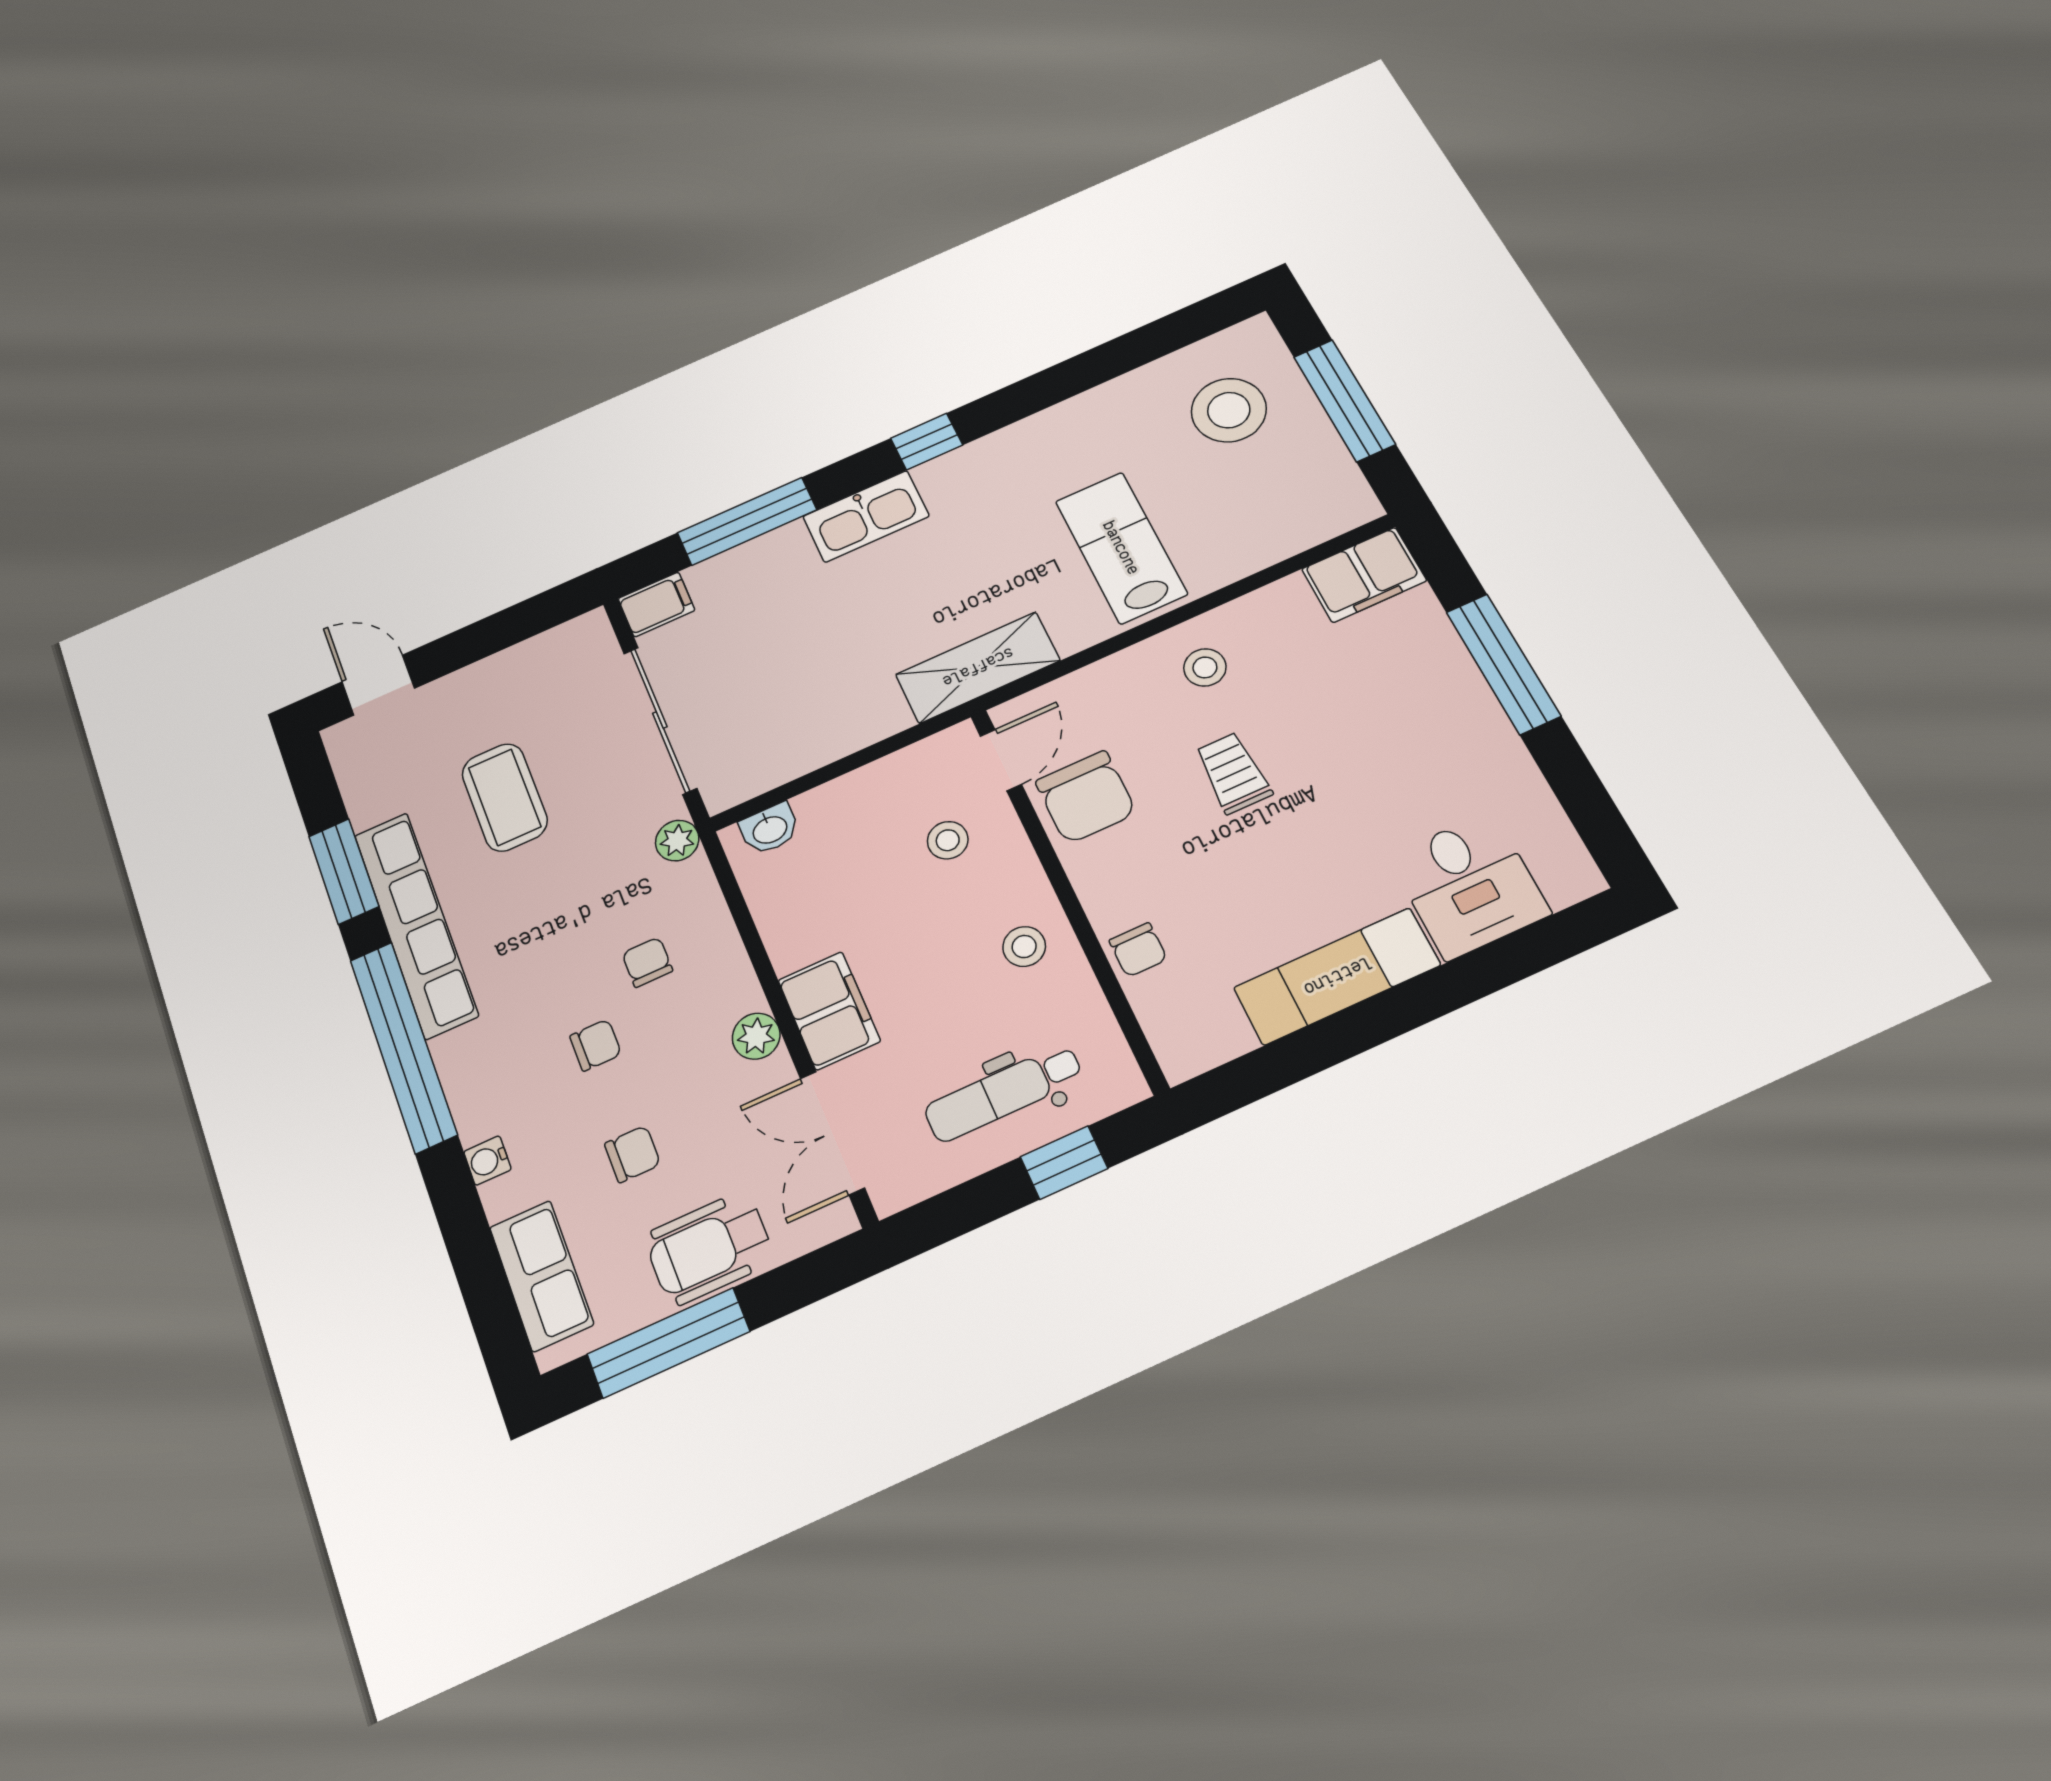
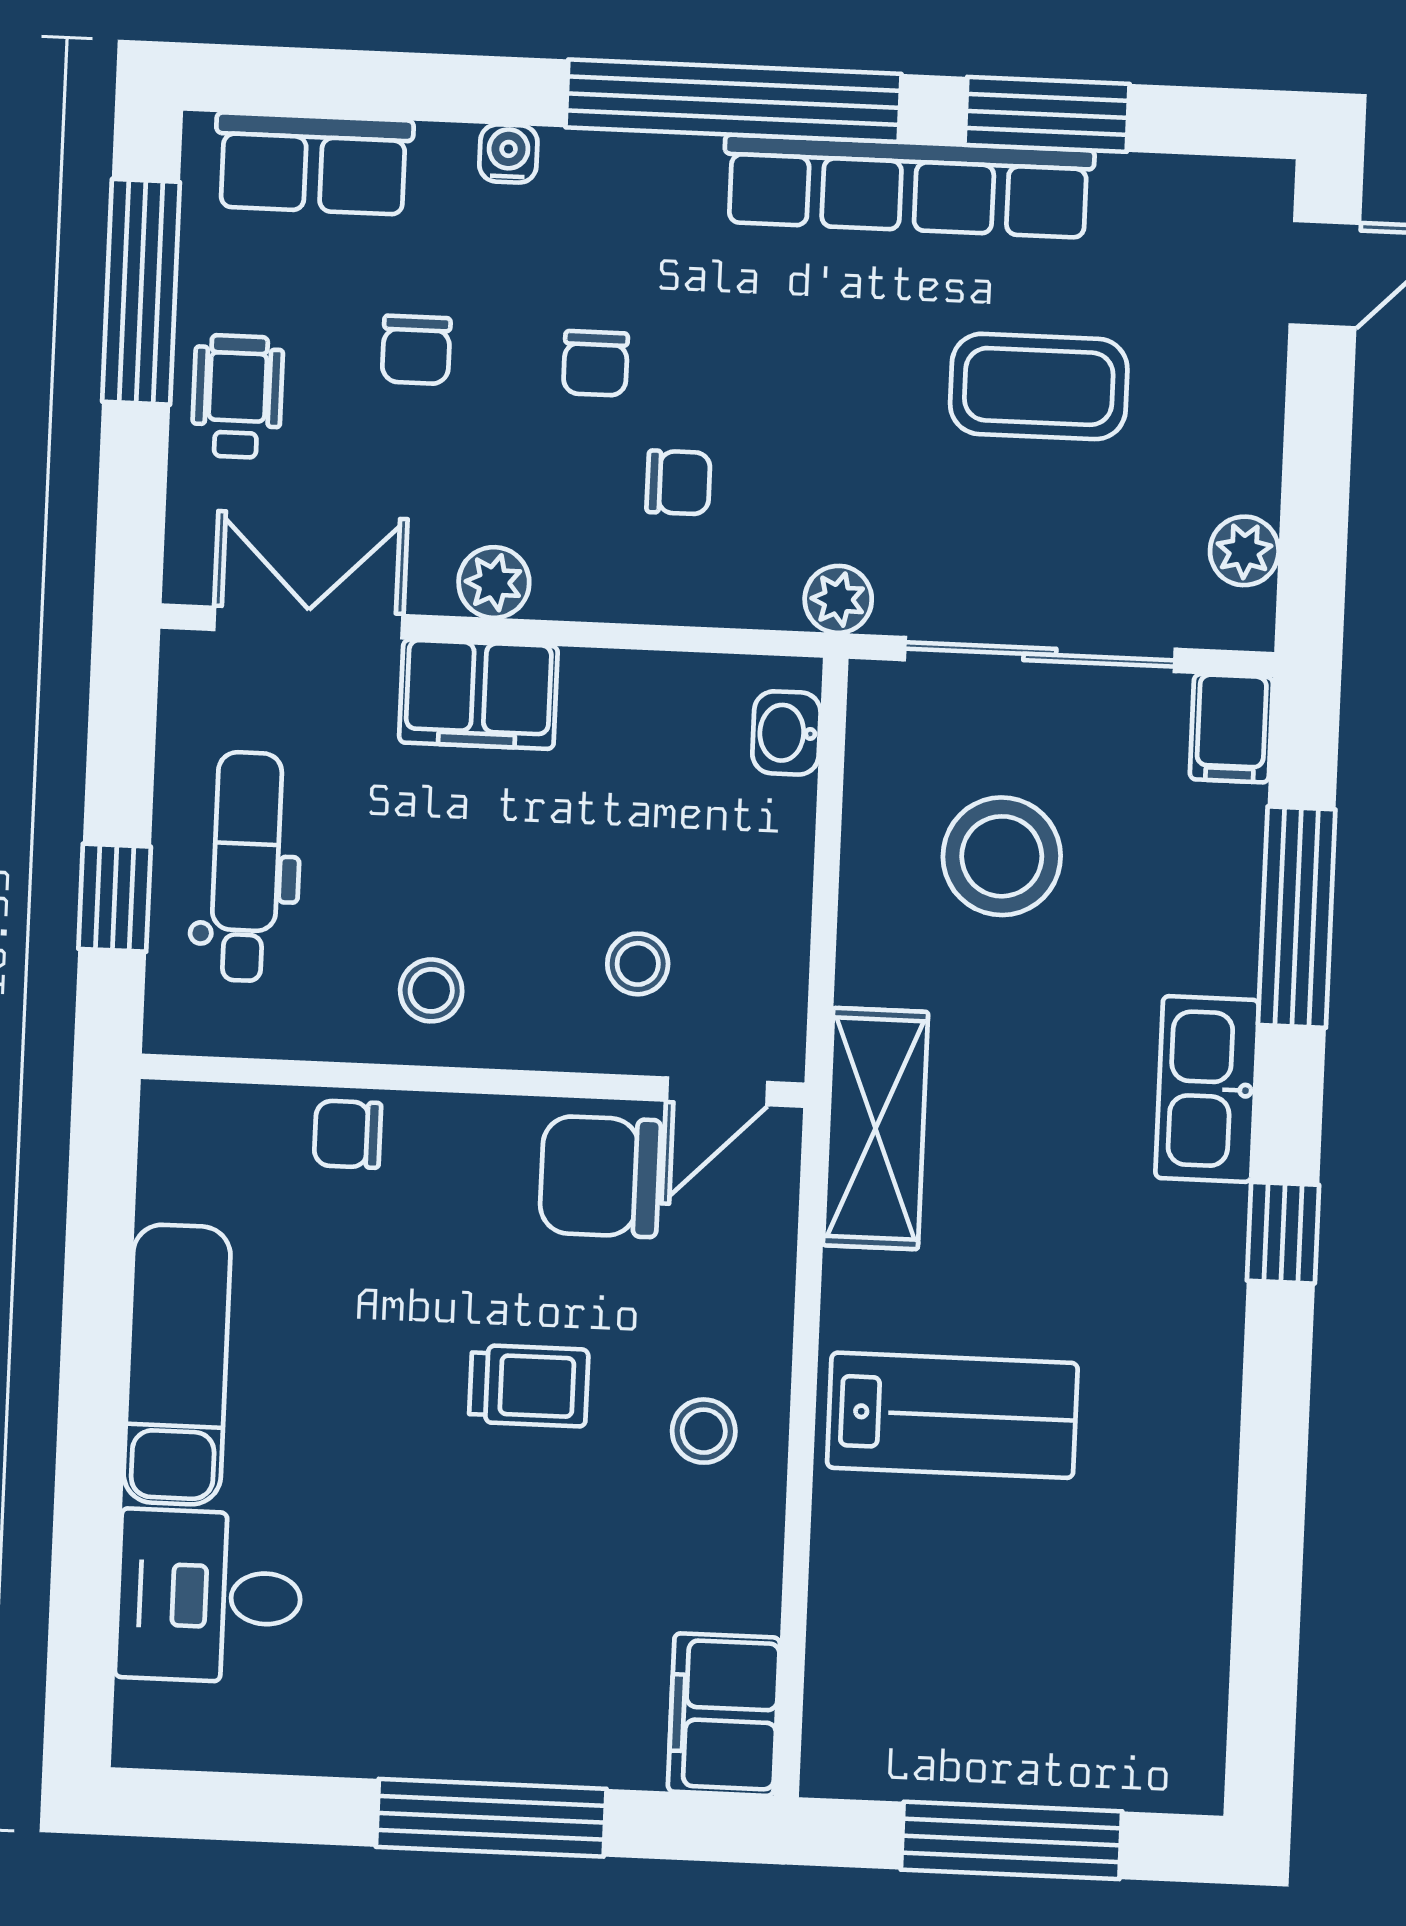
stool: (1229, 410) -> (1002, 856), moved
plant: (553, 647) -> (1244, 551), added
door: (1001, 760) -> (717, 1091), hinge flipped
wheelchair: (709, 1248) -> (237, 396), width x0.73, depth x0.73

